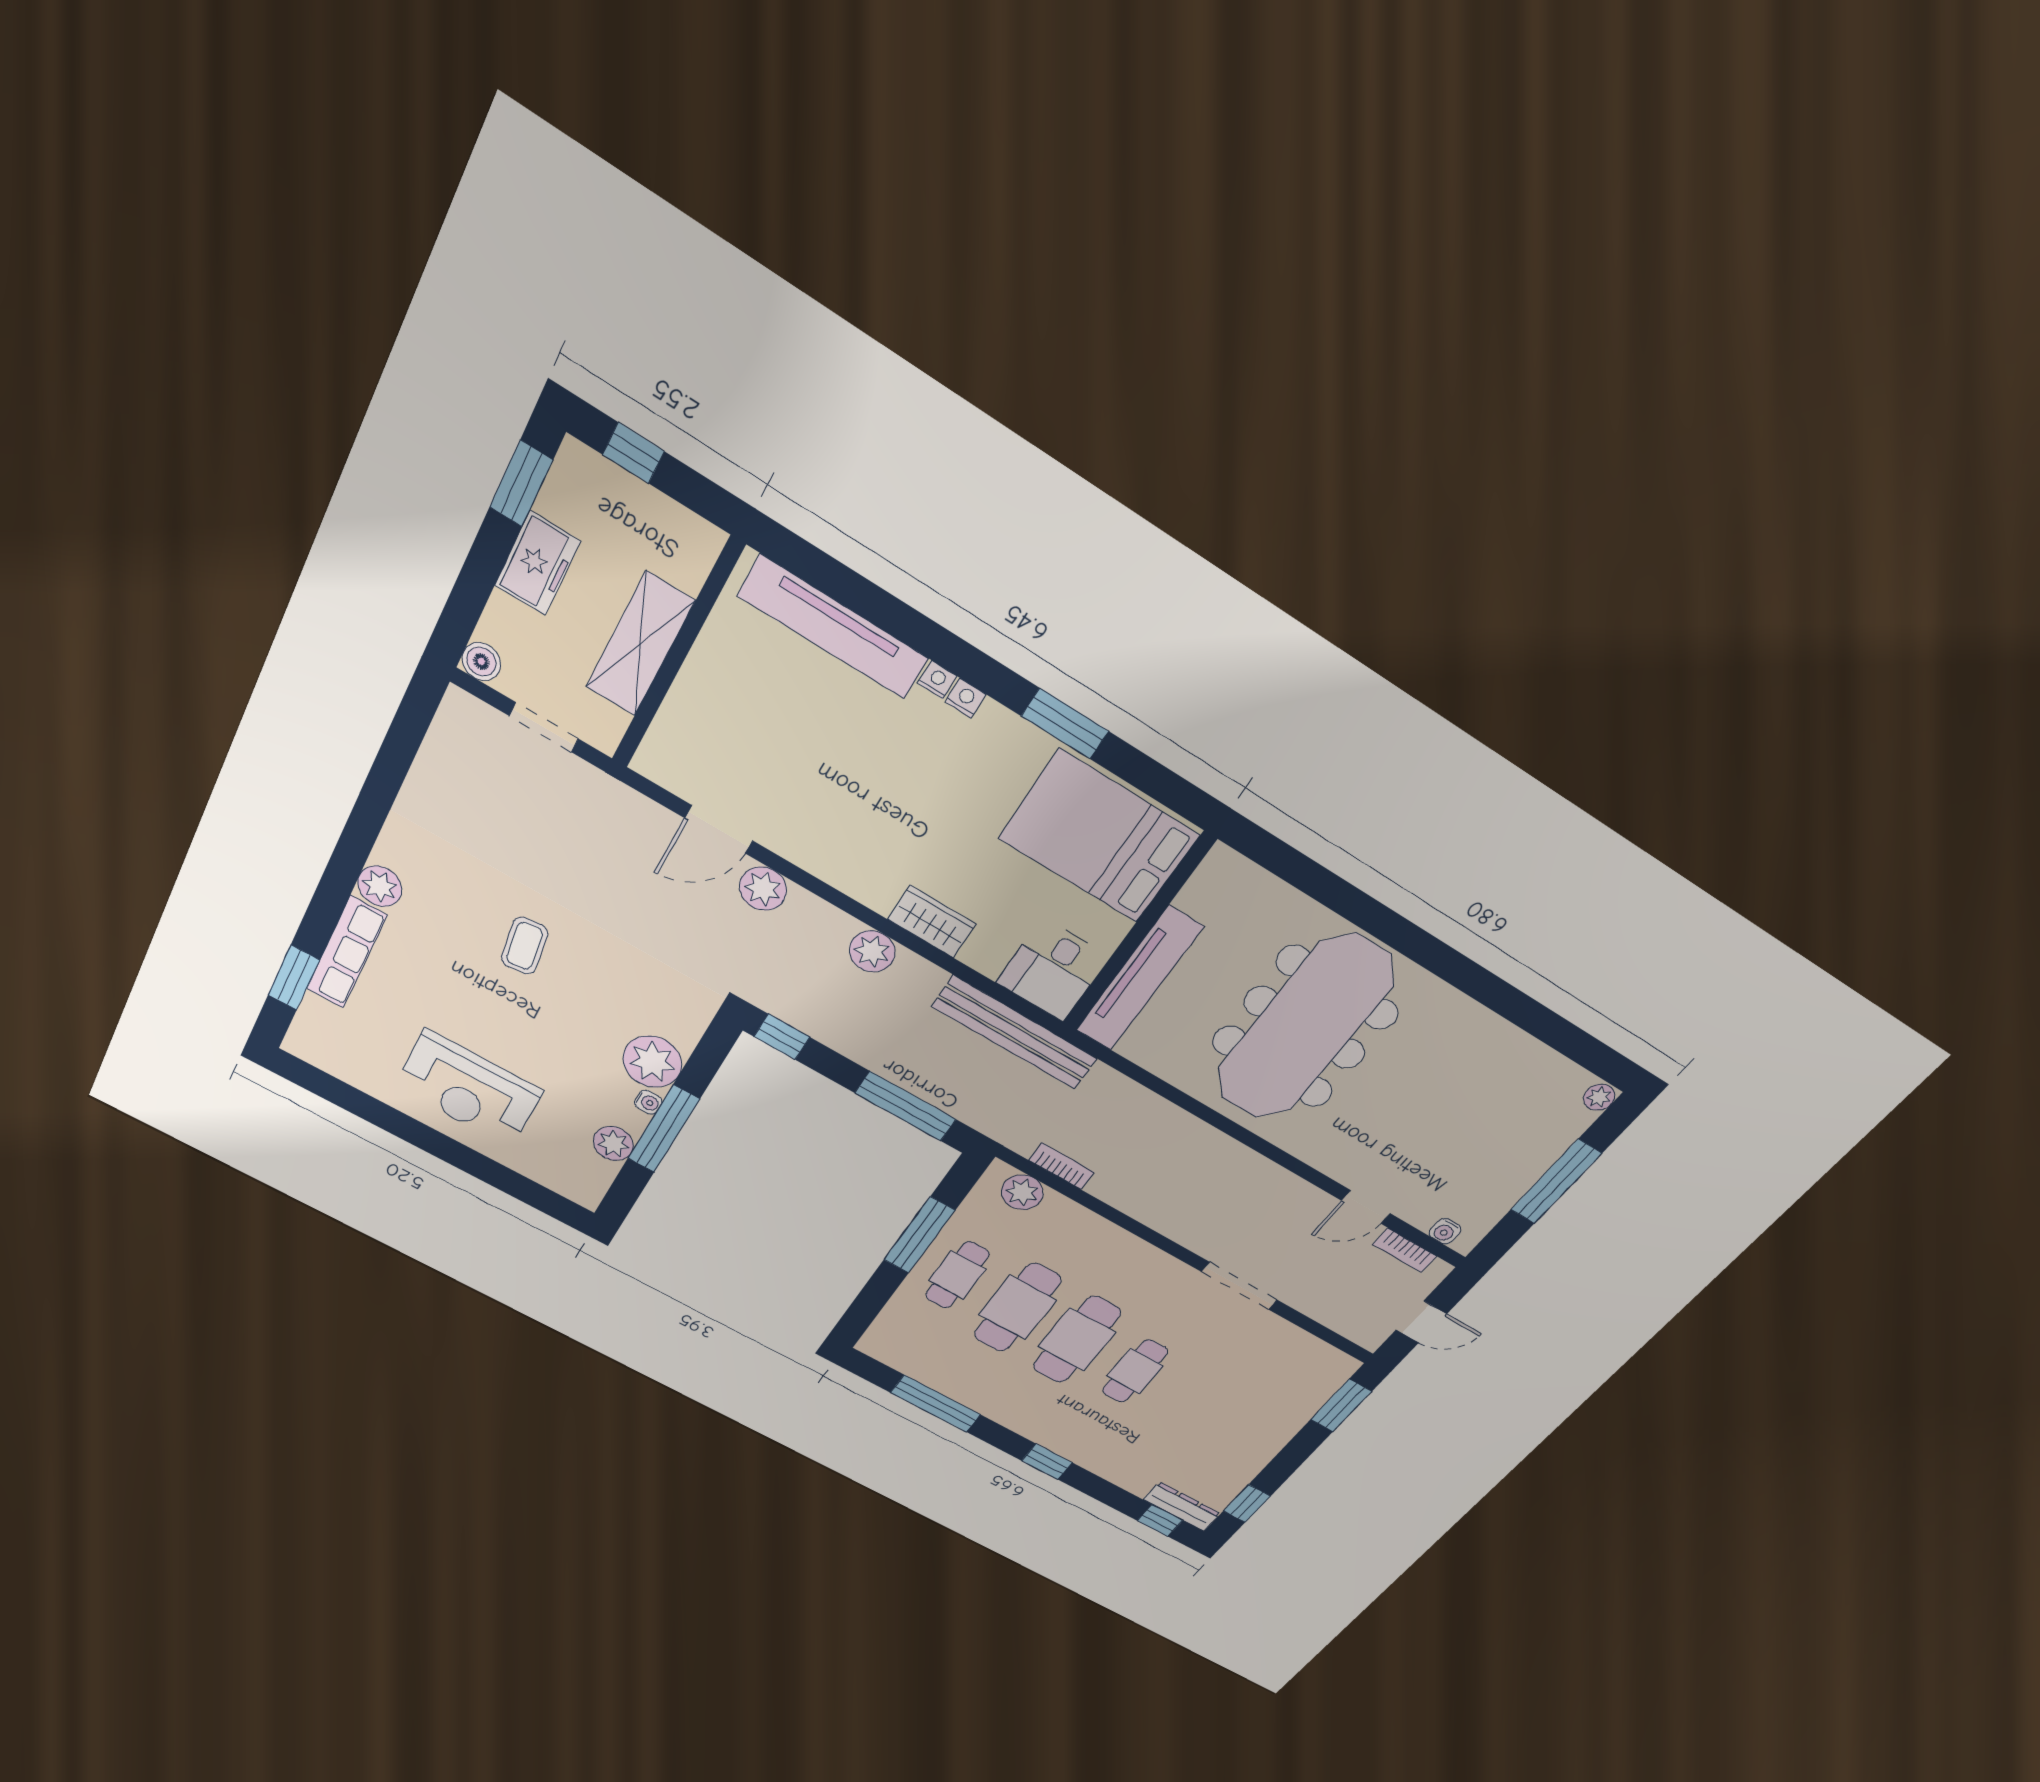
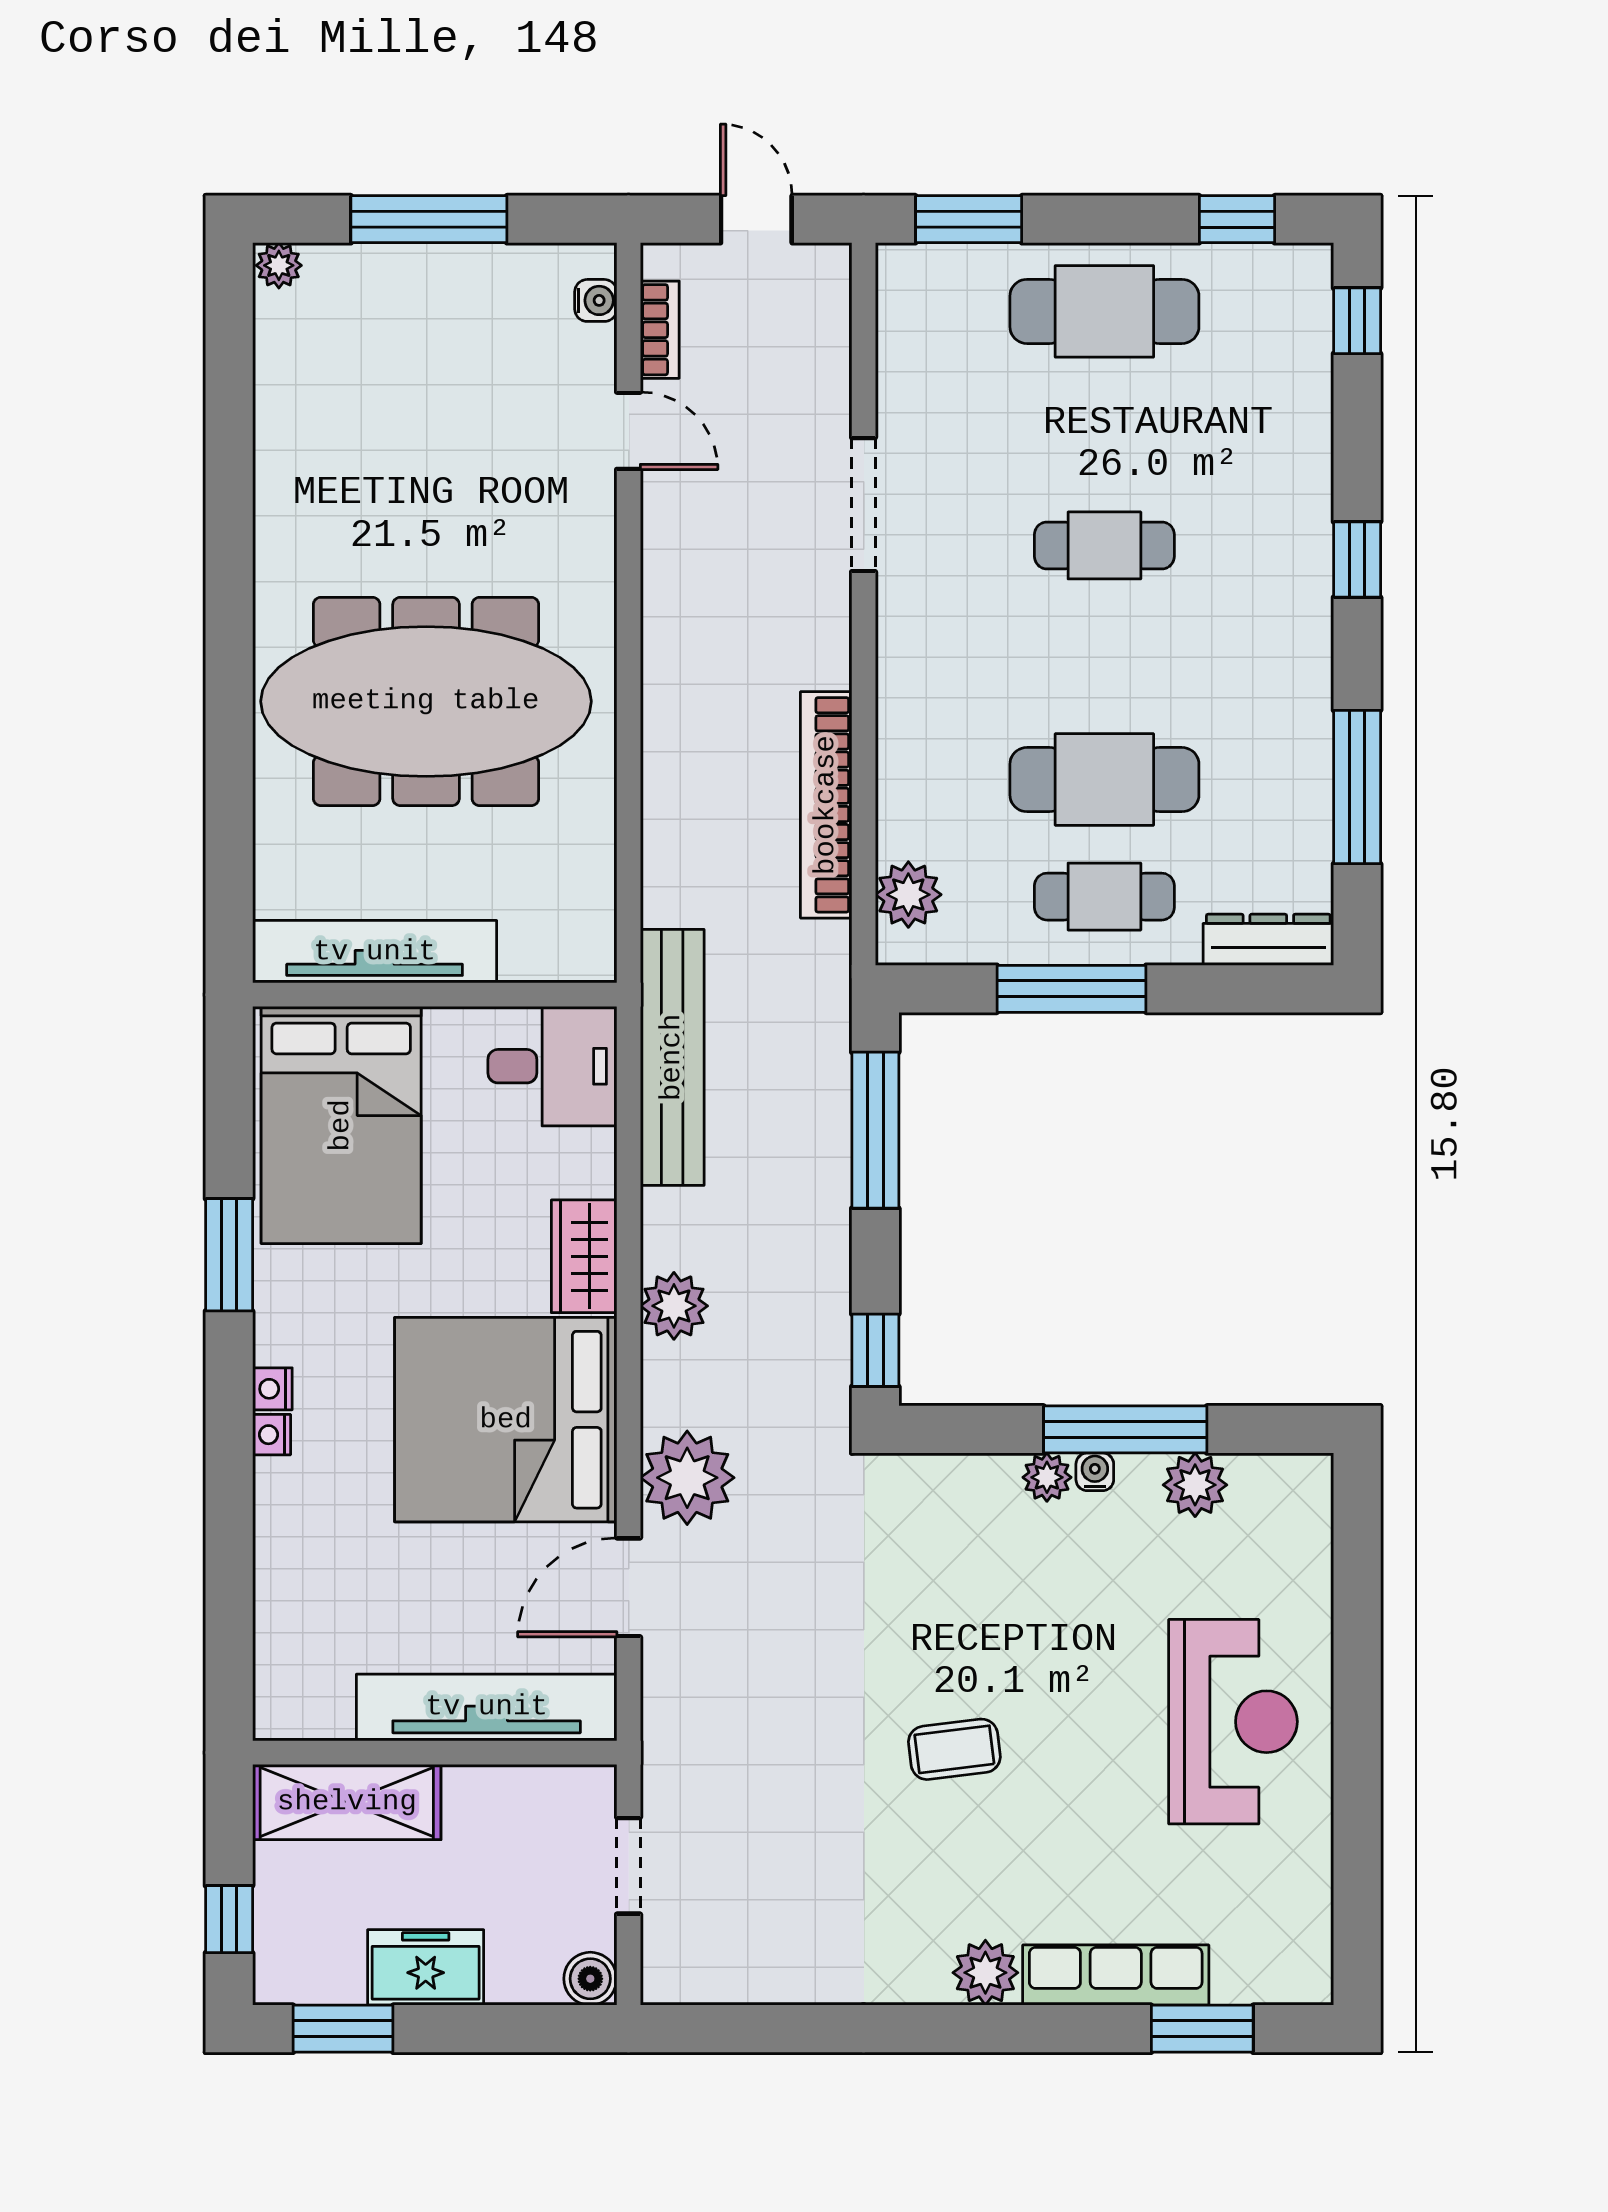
tv unit: (833, 627) -> (487, 1707), moved, turned -90
shelving: (640, 644) -> (347, 1802), moved
bed: (862, 822) -> (506, 1420), added
door: (719, 829) -> (629, 1587), swing flipped
plant: (763, 889) -> (687, 1478), width x1.36, depth x1.36
tv unit: (1139, 979) -> (375, 952), moved
plant: (652, 1062) -> (1047, 1477), width x0.53, depth x0.53
bookcase: (1062, 1166) -> (826, 805), width x2.31, depth x1.31
cafe table: (1077, 1340) -> (1104, 311), moved
dresser: (1182, 1507) -> (1268, 940), moved, turned 90

